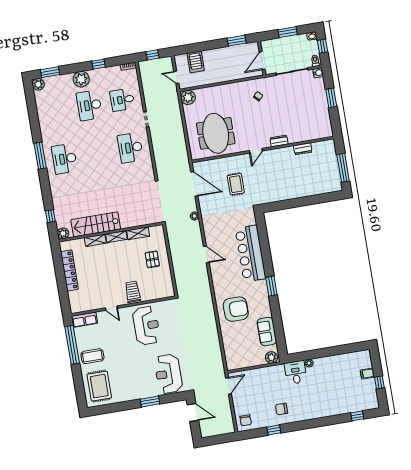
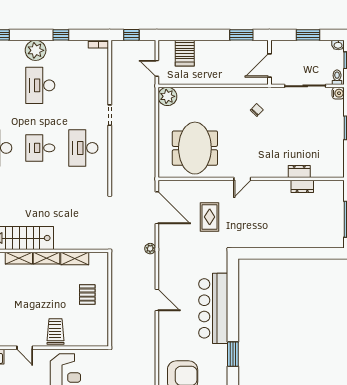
desk: (122, 100) -> (40, 148), moved
dresser: (279, 141) -> (299, 171), moved

